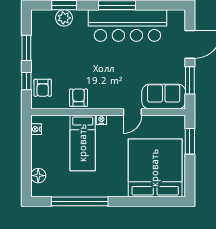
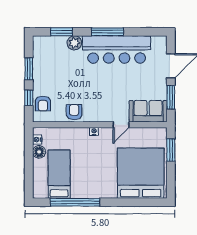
plant: (64, 18) -> (74, 43), moved
bed: (83, 143) -> (59, 174), moved, turned 180
floor lamp: (38, 176) -> (39, 152), moved

